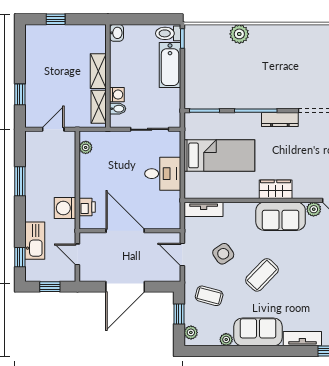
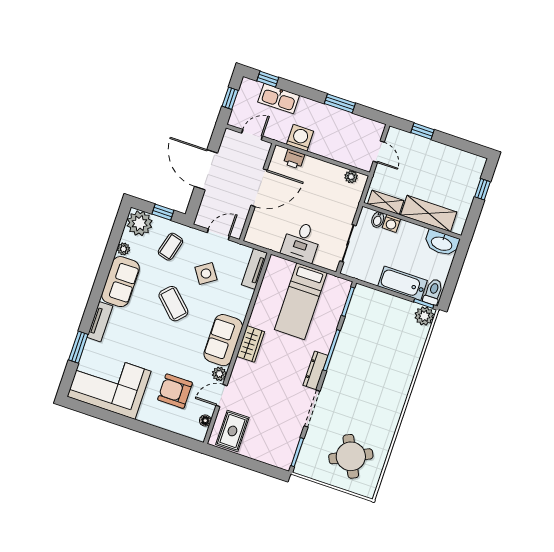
washbasin: (116, 33) -> (442, 243), width x1.91, depth x1.45
plant: (239, 34) -> (424, 316), moved
shelving: (98, 71) -> (429, 214), width x1.50, depth x1.33
plant: (191, 332) -> (140, 223), width x1.87, depth x1.87

